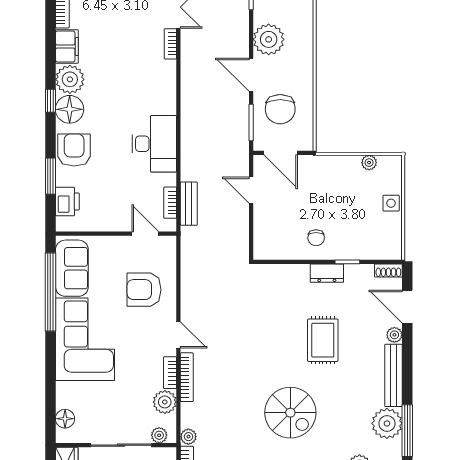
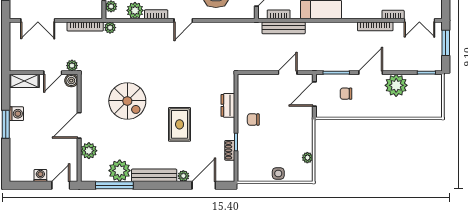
chair: (280, 109) -> (346, 94), width x0.54, depth x0.54
bench: (189, 204) -> (284, 28), width x1.36
shoe rack: (388, 271) -> (230, 150), moved
dresser: (327, 273) -> (228, 105), moved
rug: (323, 340) -> (180, 124), turned 90
bookcase: (187, 377) -> (375, 26), moved
spiral stairs: (290, 413) -> (127, 101), turned -90

